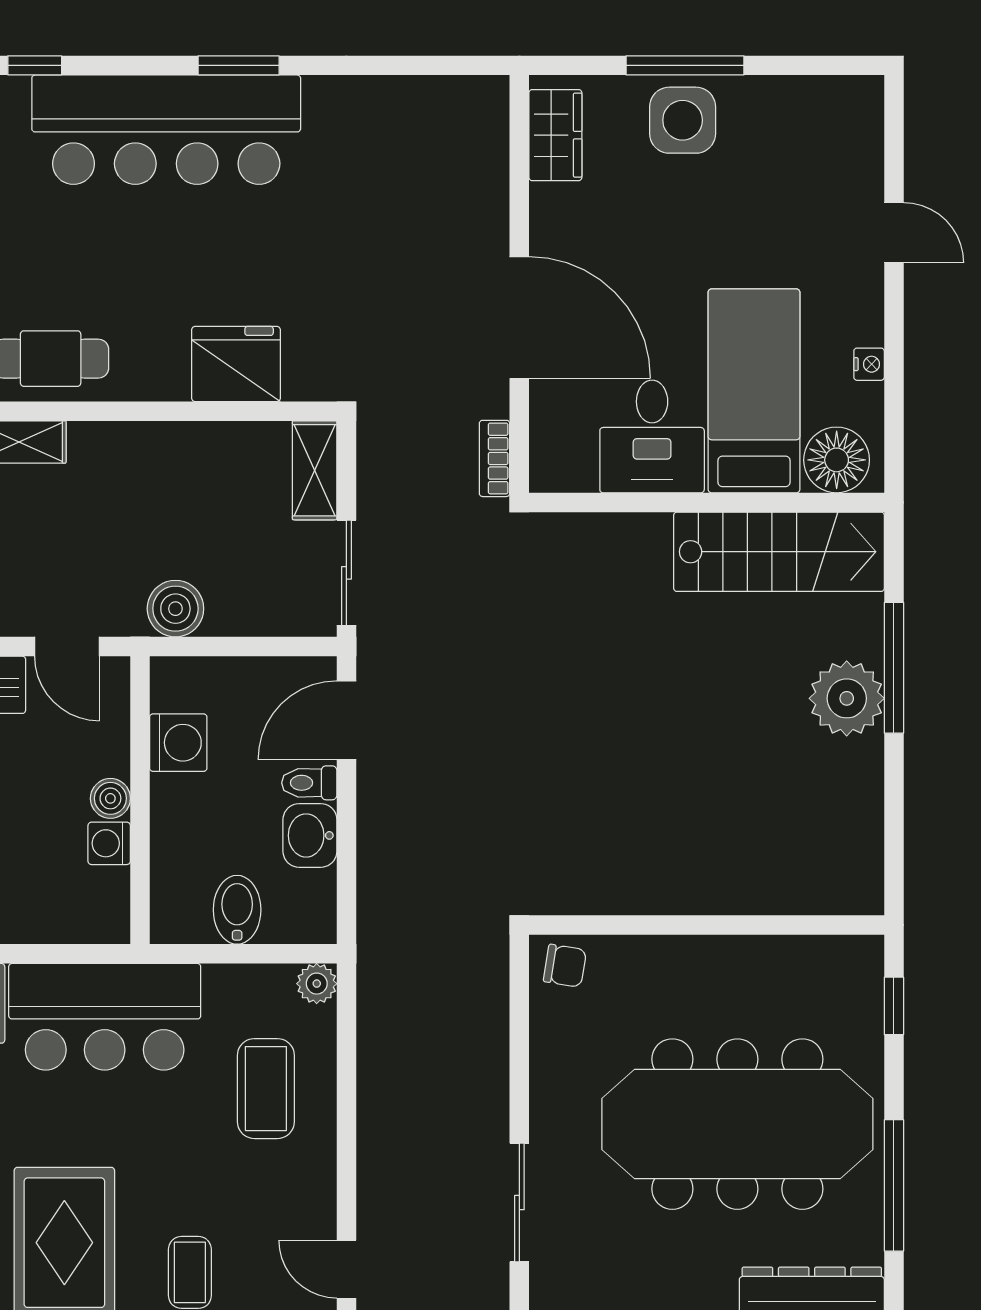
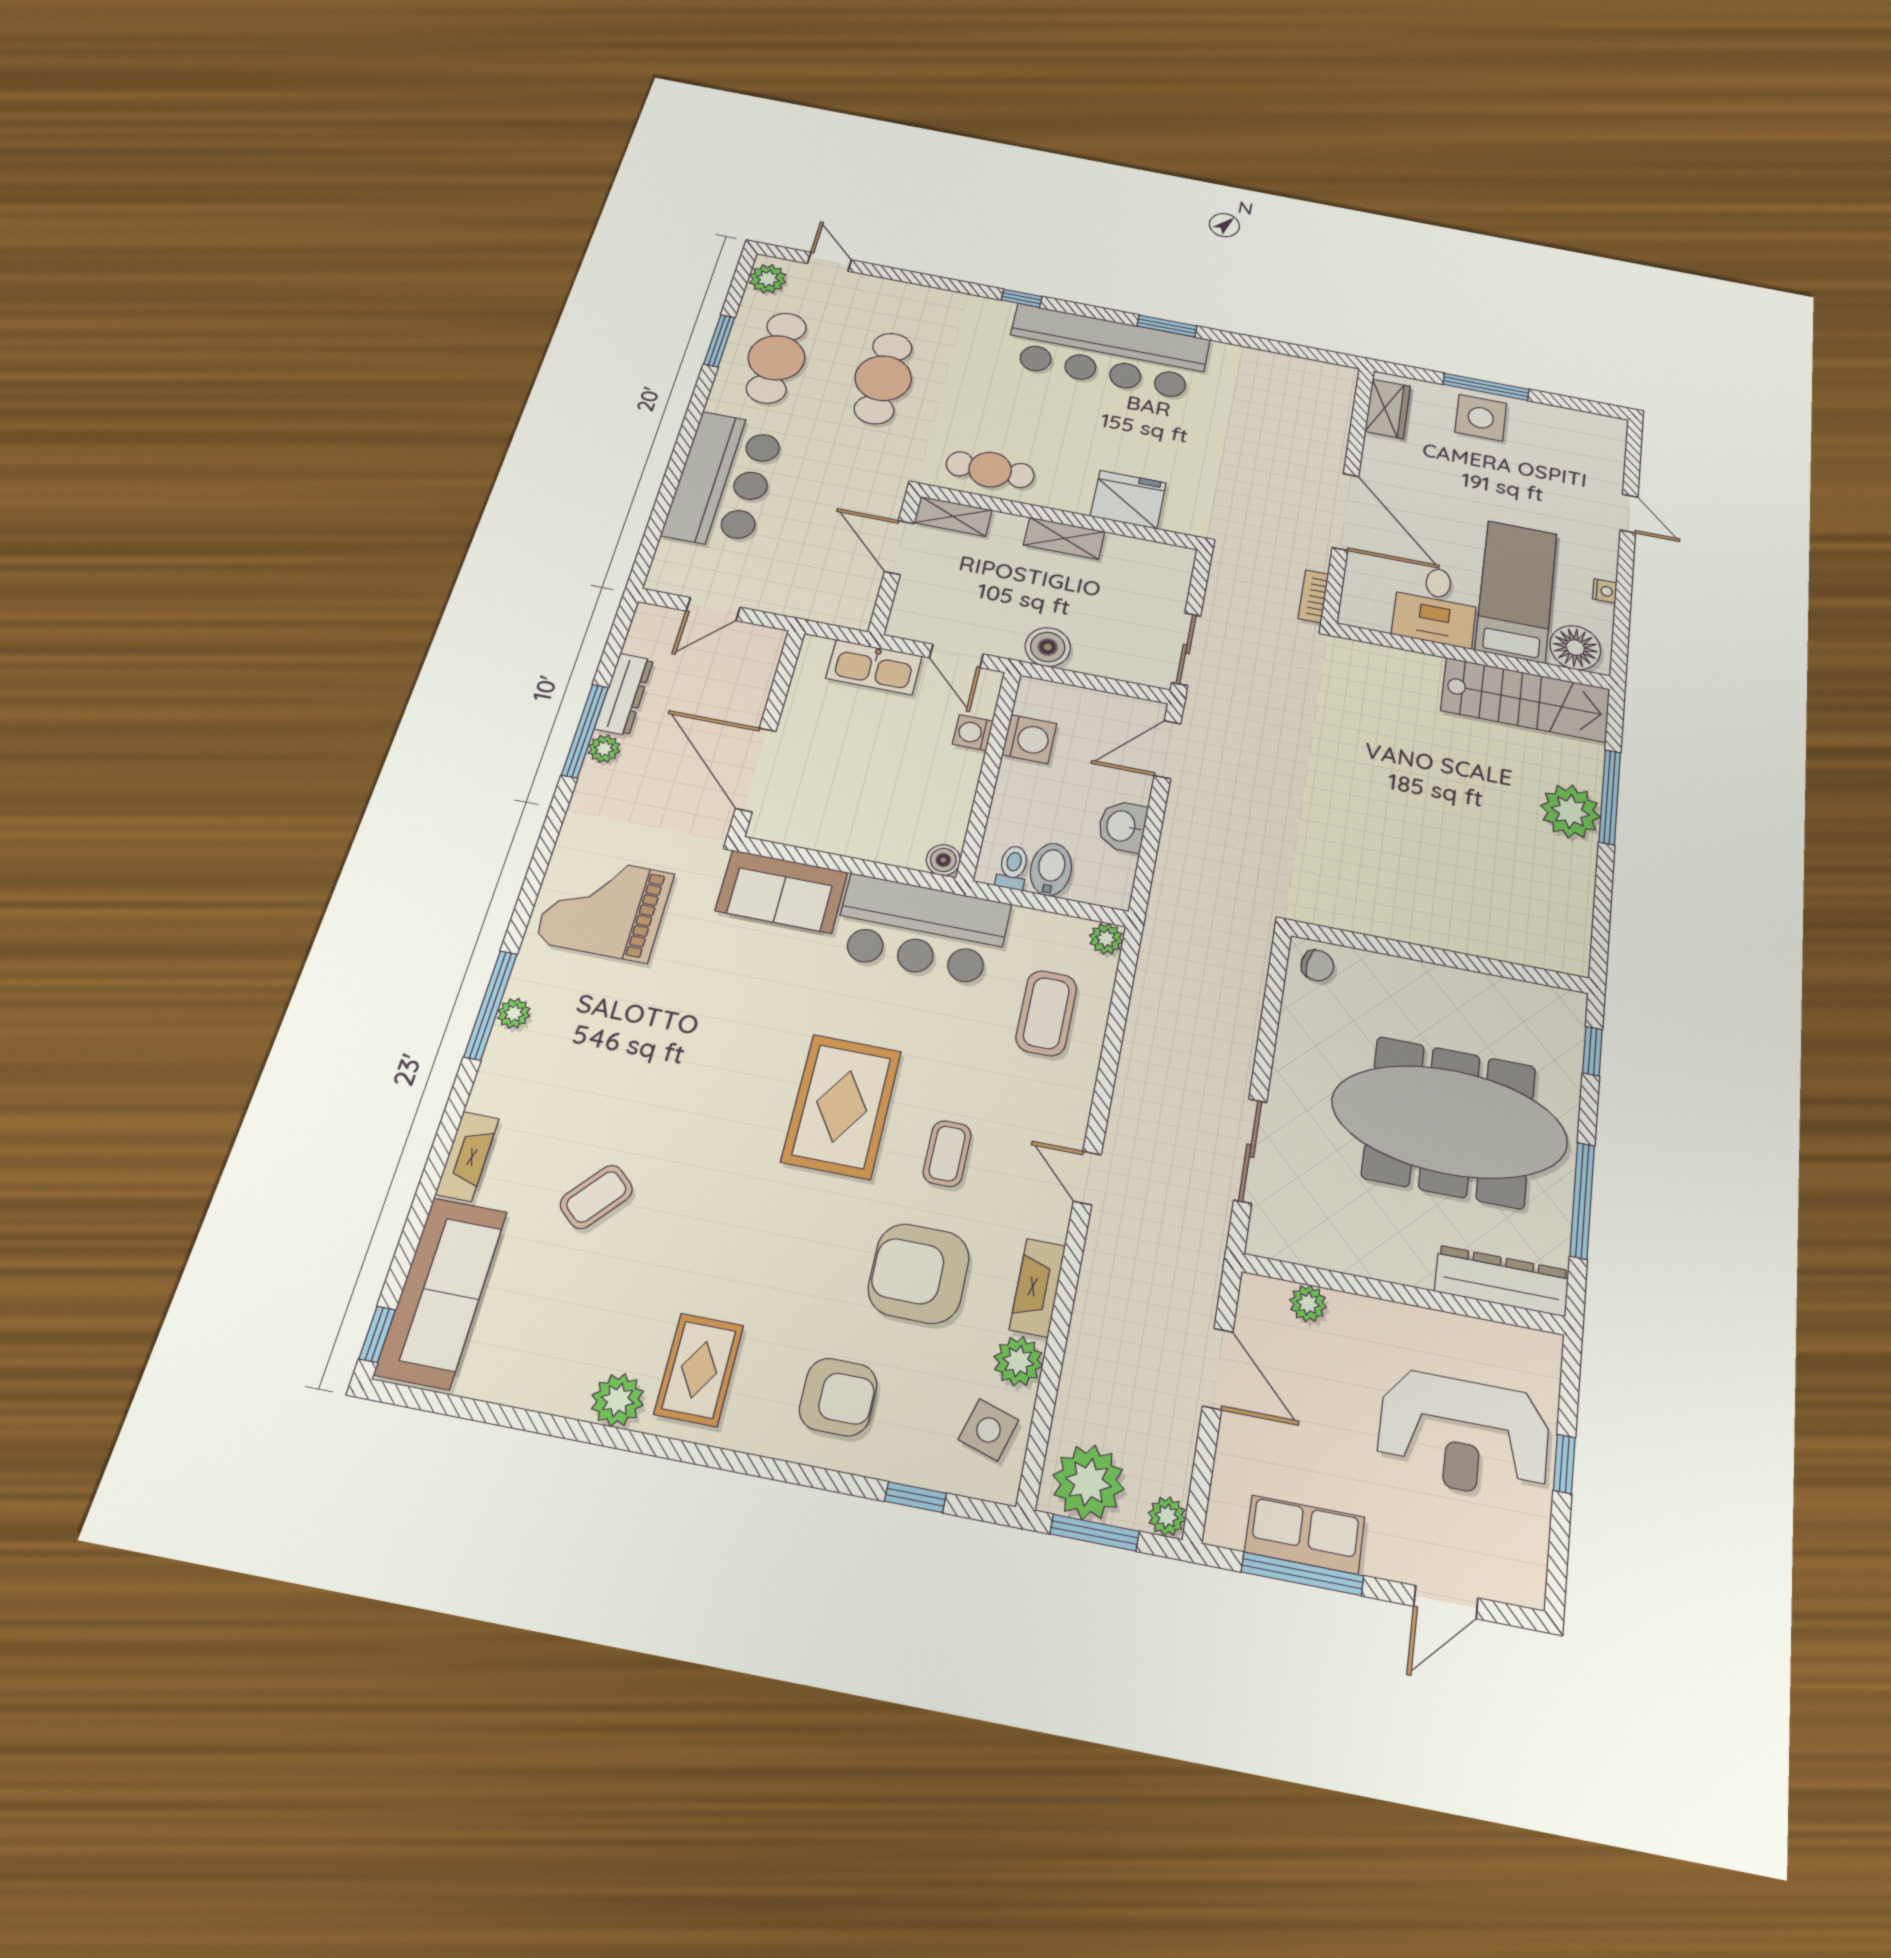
shelving: (315, 470) -> (1064, 538), moved, turned 90
toilet: (309, 783) -> (1013, 867), moved, turned 90
boiler: (110, 798) -> (943, 860), moved
washing machine: (109, 843) -> (973, 733), moved

